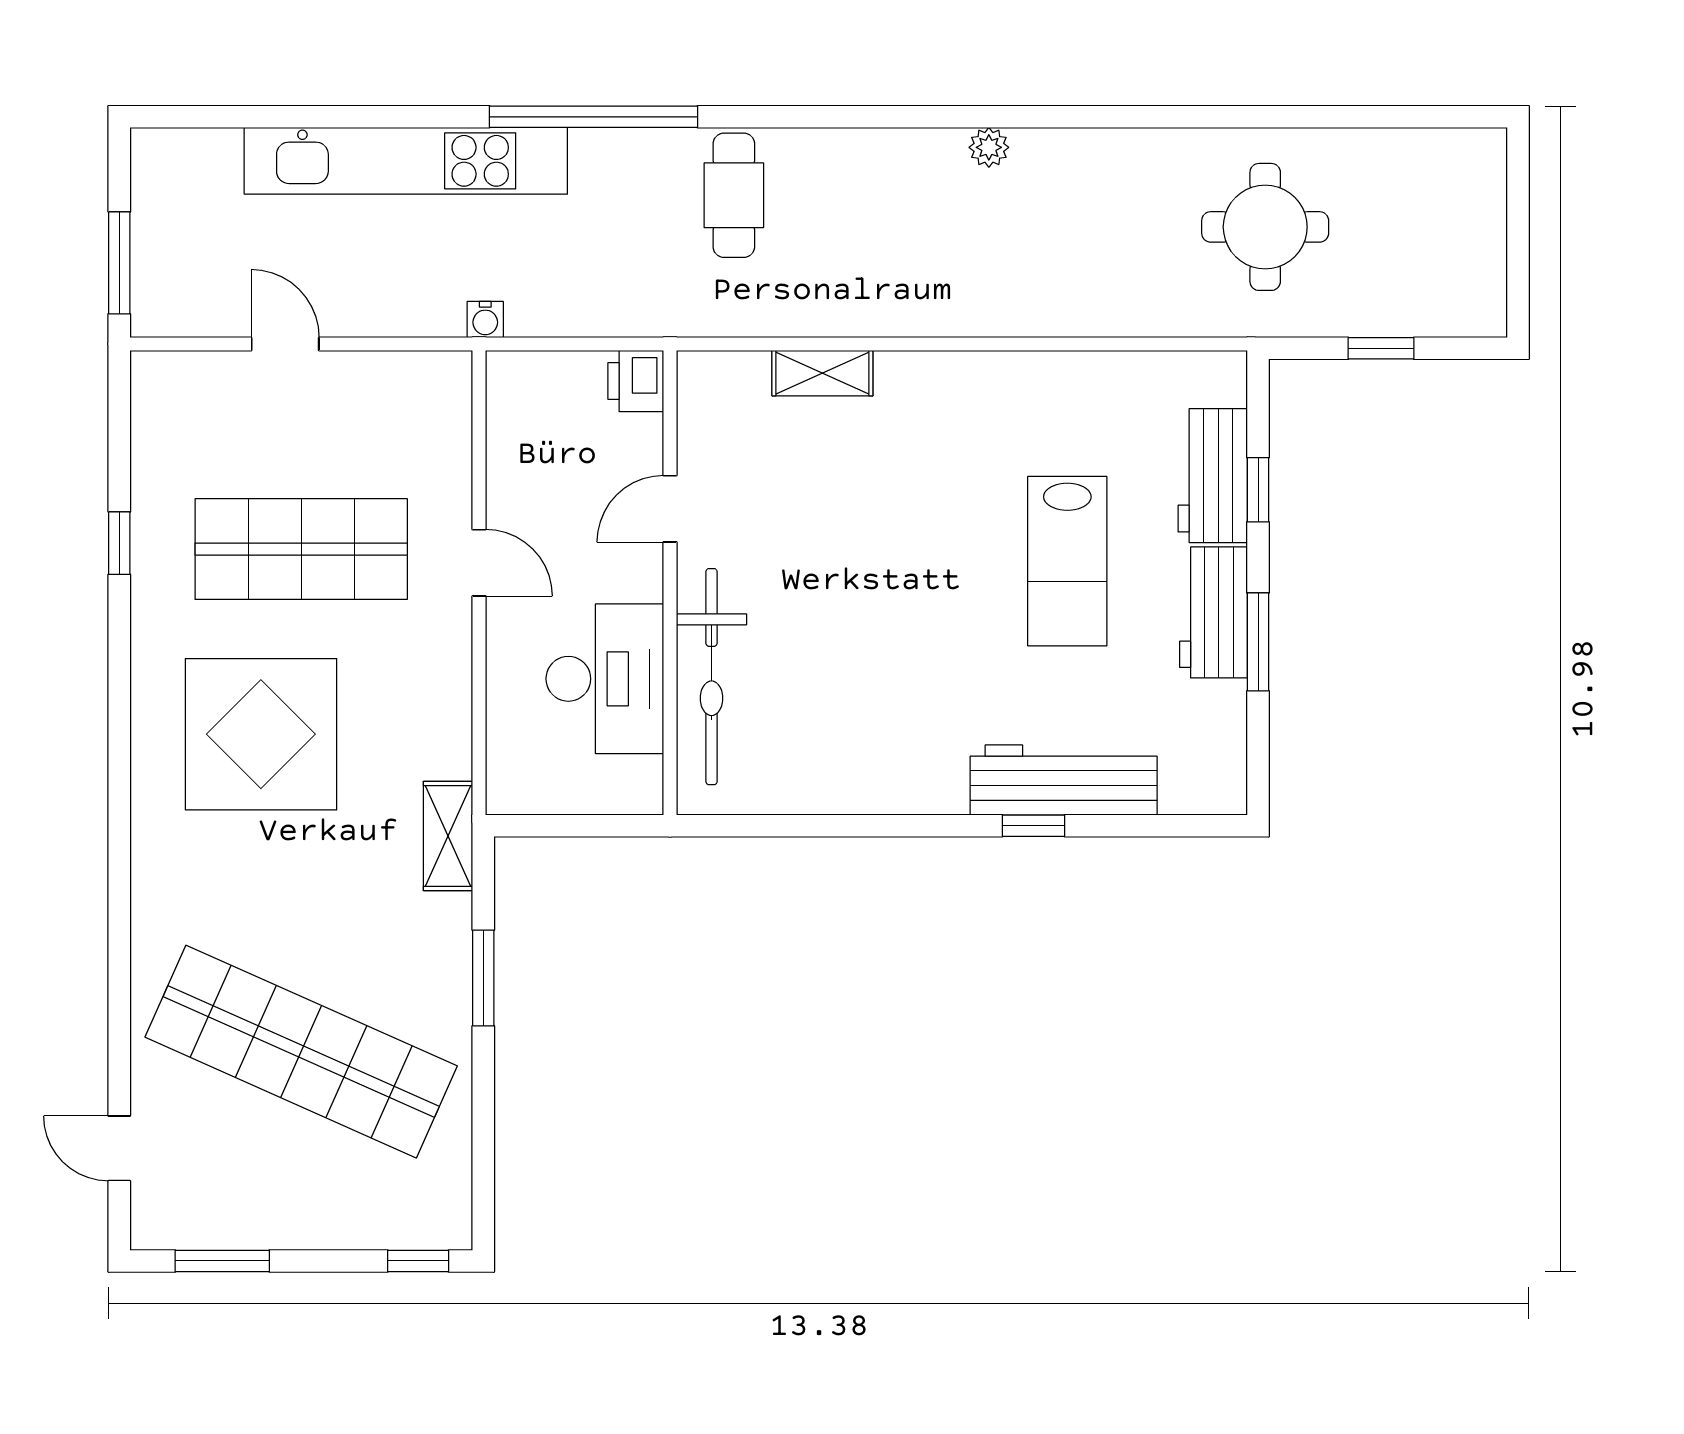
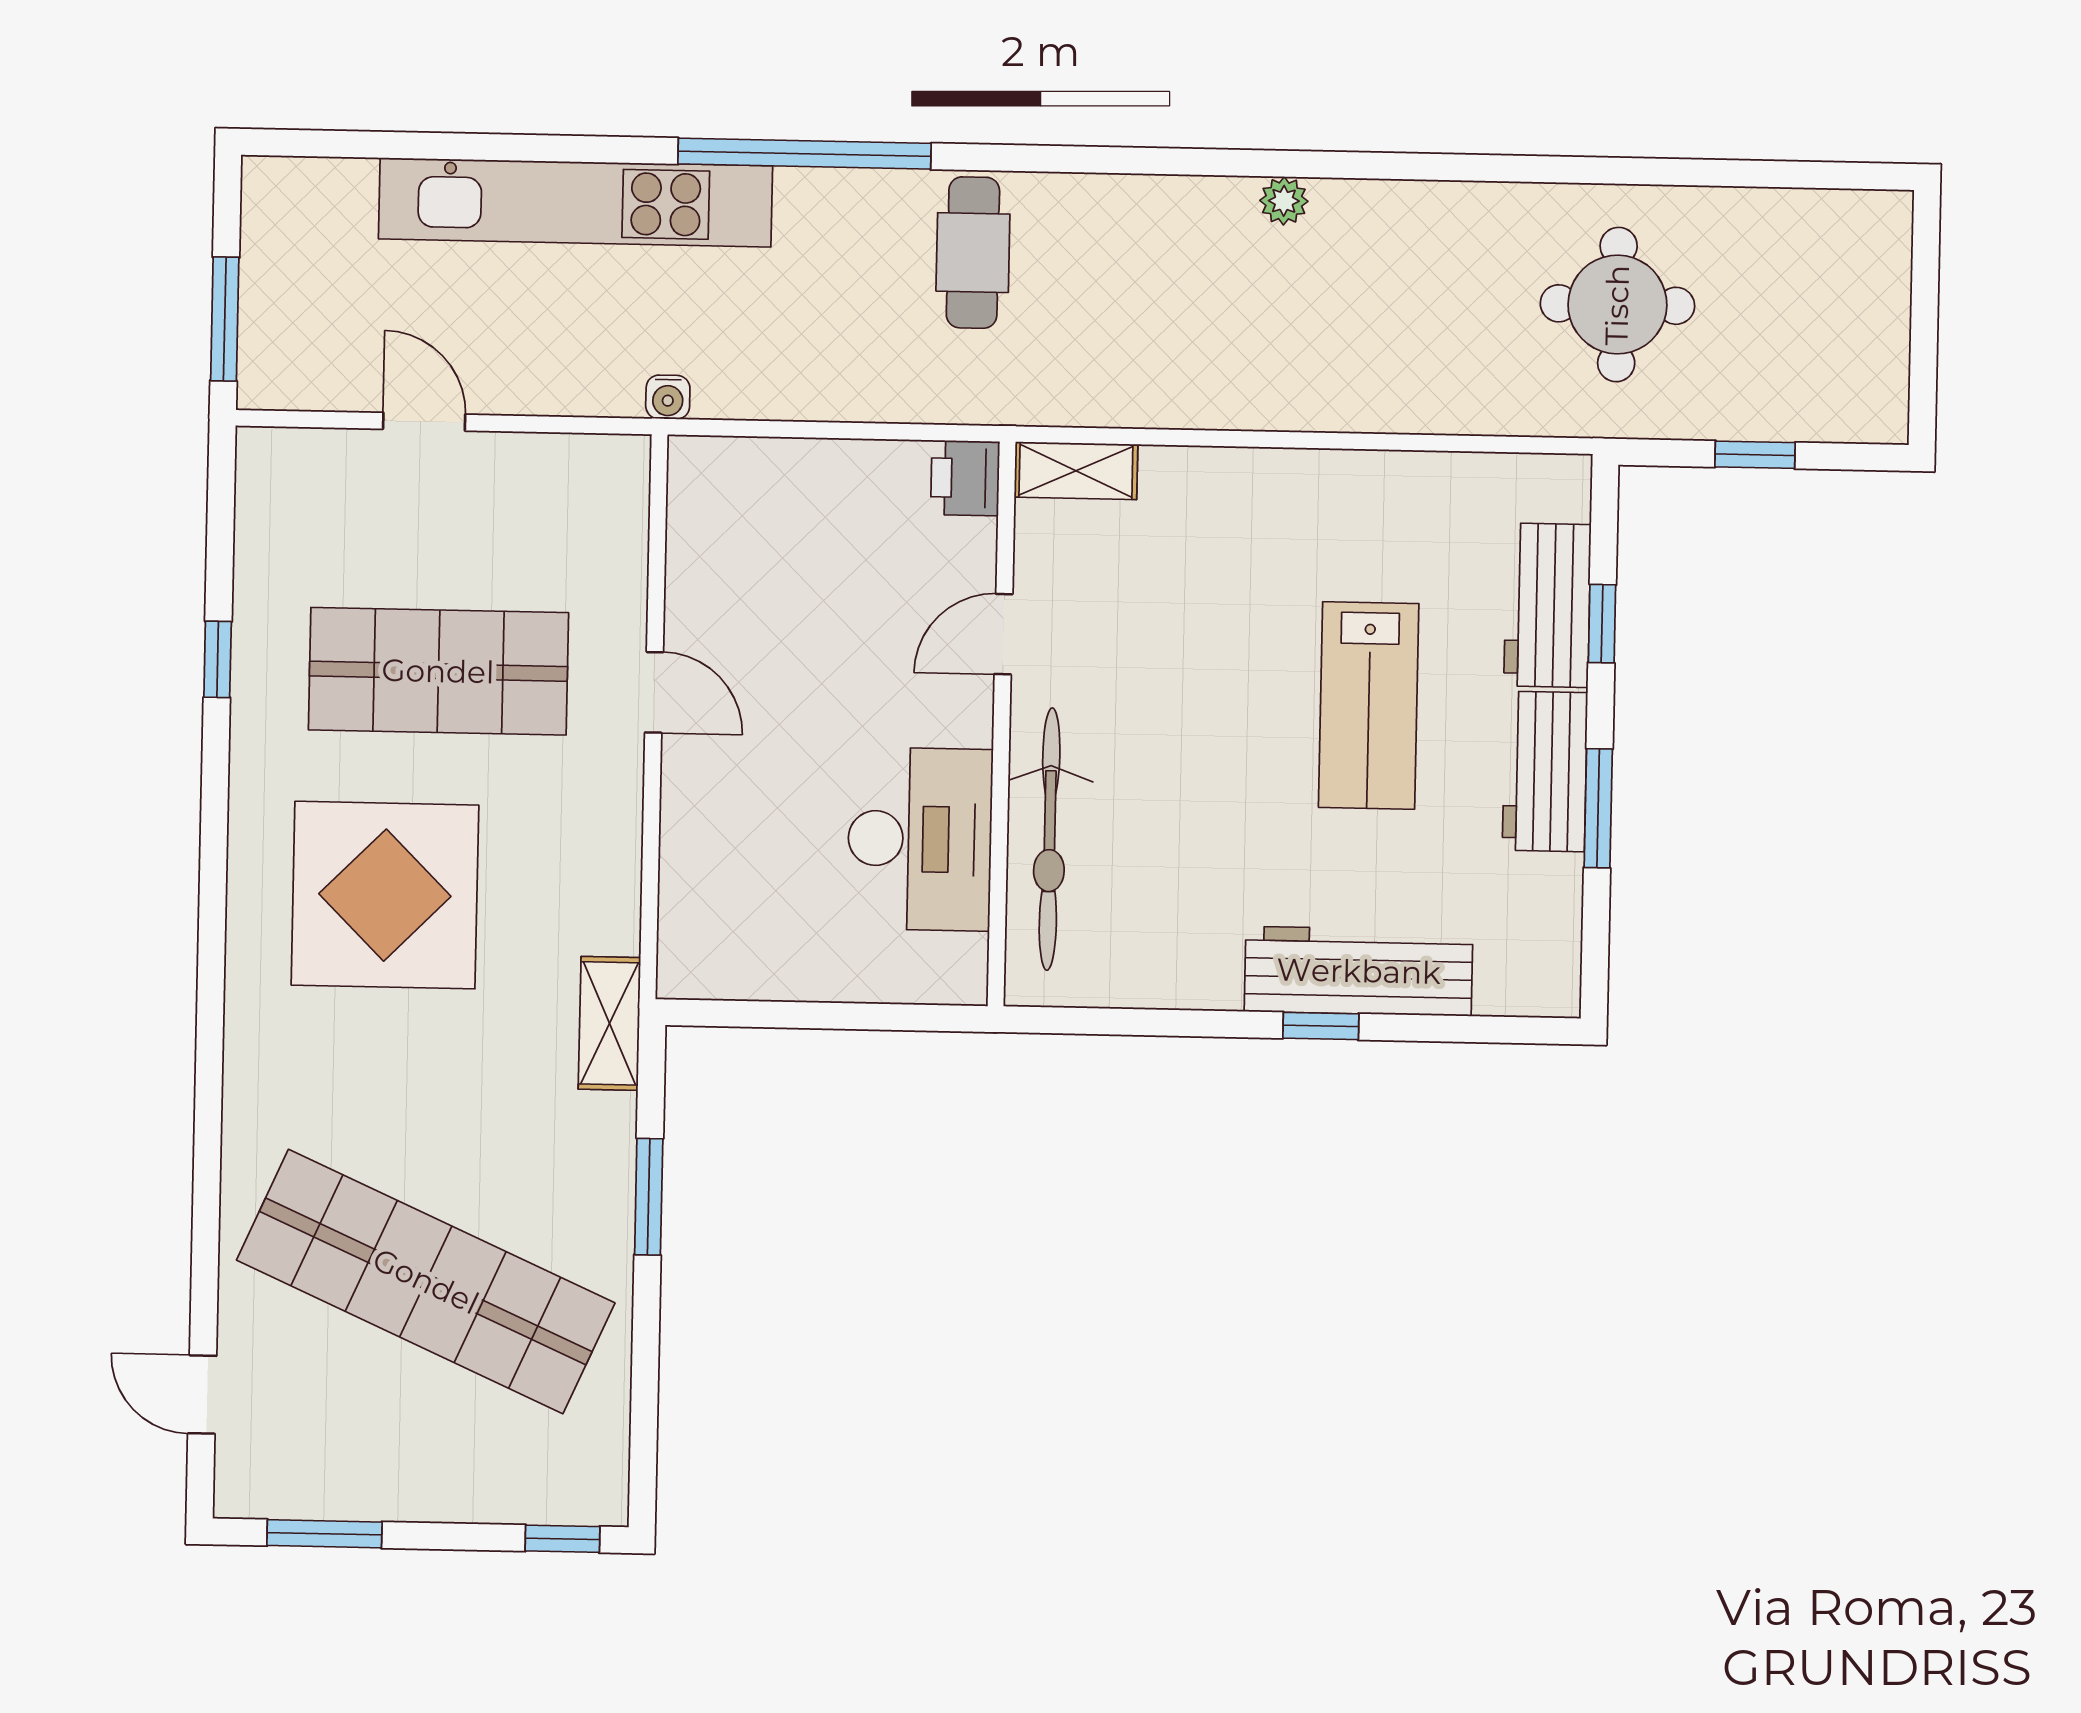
printer: (636, 381) -> (965, 478), moved
door: (670, 509) -> (1003, 634), moved
wall: (670, 583) -> (1002, 724), moved
bicycle: (712, 677) -> (1050, 839), moved
desk: (605, 679) -> (920, 839), moved

